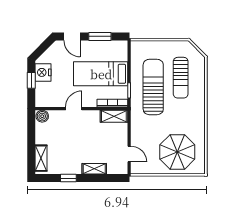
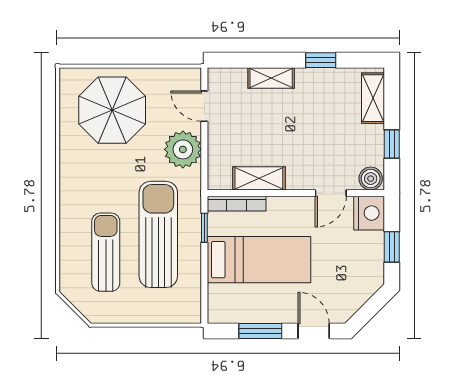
nightstand: (43, 72) -> (369, 213), moved
sun lounger: (153, 87) -> (158, 234), turned 180
door: (74, 109) -> (331, 193), moved
shelving: (114, 116) -> (259, 178), moved
plant: (140, 131) -> (183, 149), added
window: (31, 134) -> (392, 144), added

